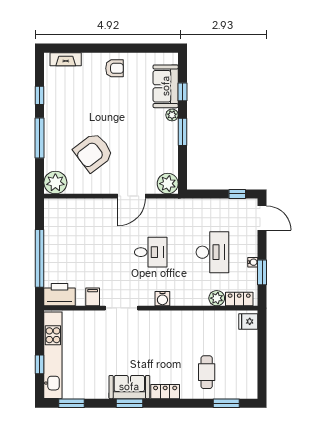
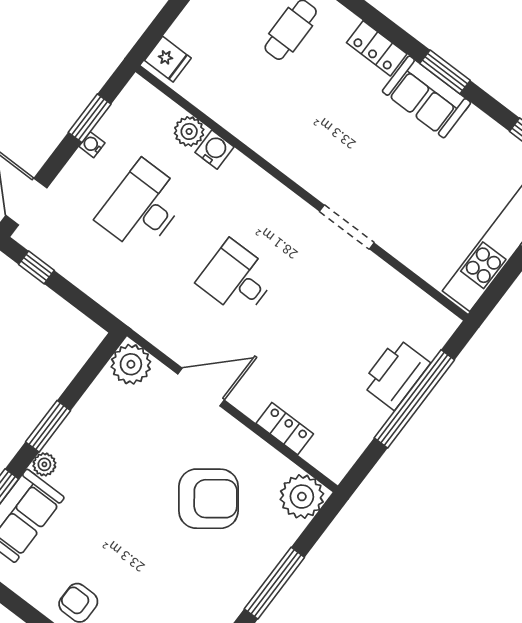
printer: (60, 295) -> (395, 374), moved, turned 90
filing cabinet: (93, 297) -> (378, 278), removed
water cooler: (162, 299) -> (215, 150), moved
locker: (239, 299) -> (285, 429), moved, turned 180

